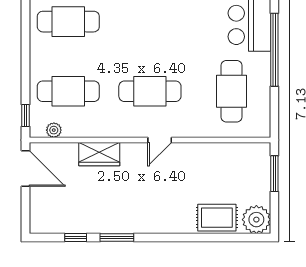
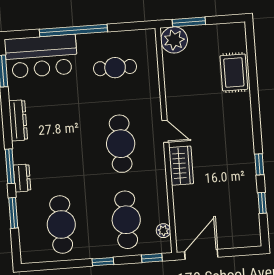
window: (25, 63) -> (103, 262), added
cafe table: (231, 91) -> (115, 68), width x0.73, depth x0.74
wardrobe: (99, 154) -> (181, 166), moved
plant: (256, 220) -> (174, 40), moved
window: (117, 238) -> (259, 164), width x0.67

